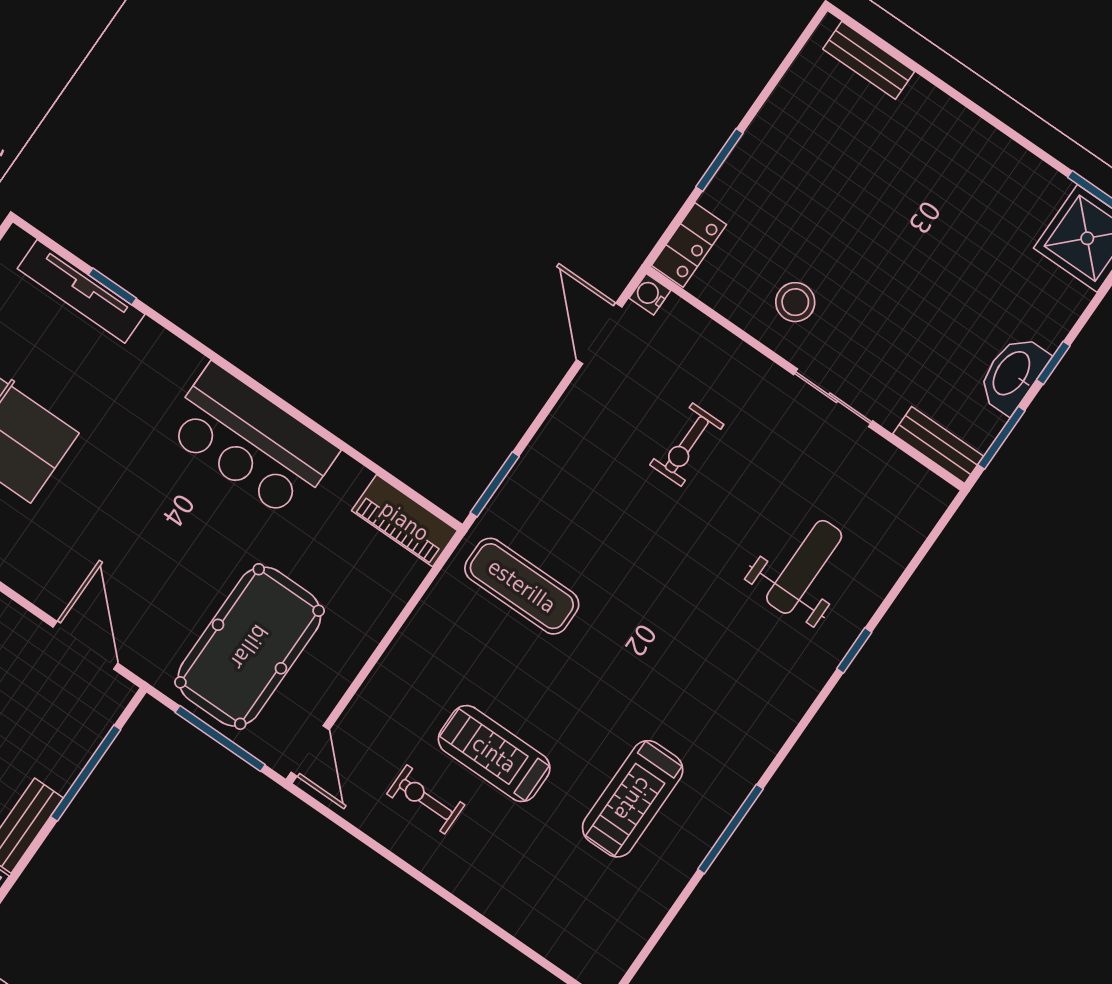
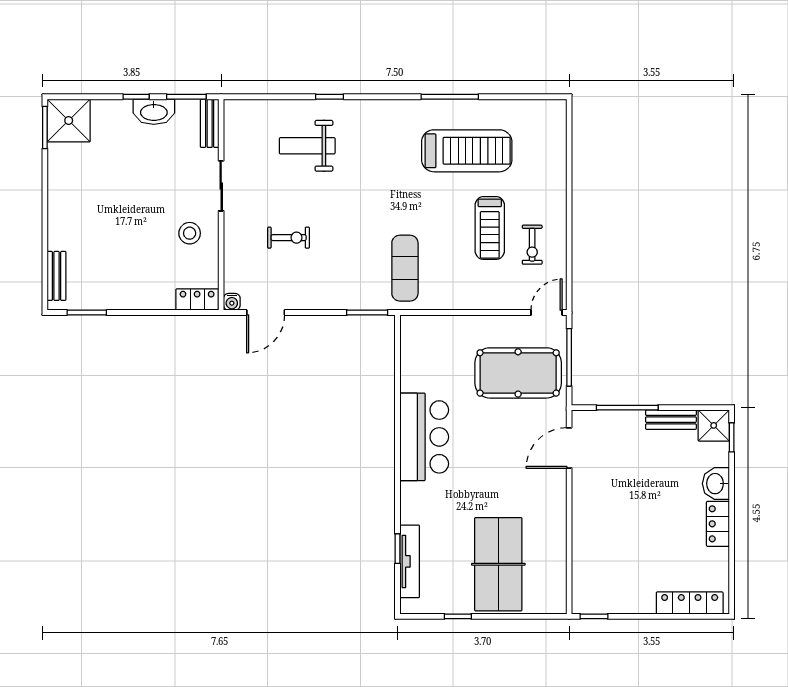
window: (719, 160) -> (87, 312), moved
piano: (405, 521) -> (412, 342), removed
treadmill: (633, 799) -> (467, 151), width x1.37, depth x1.38

